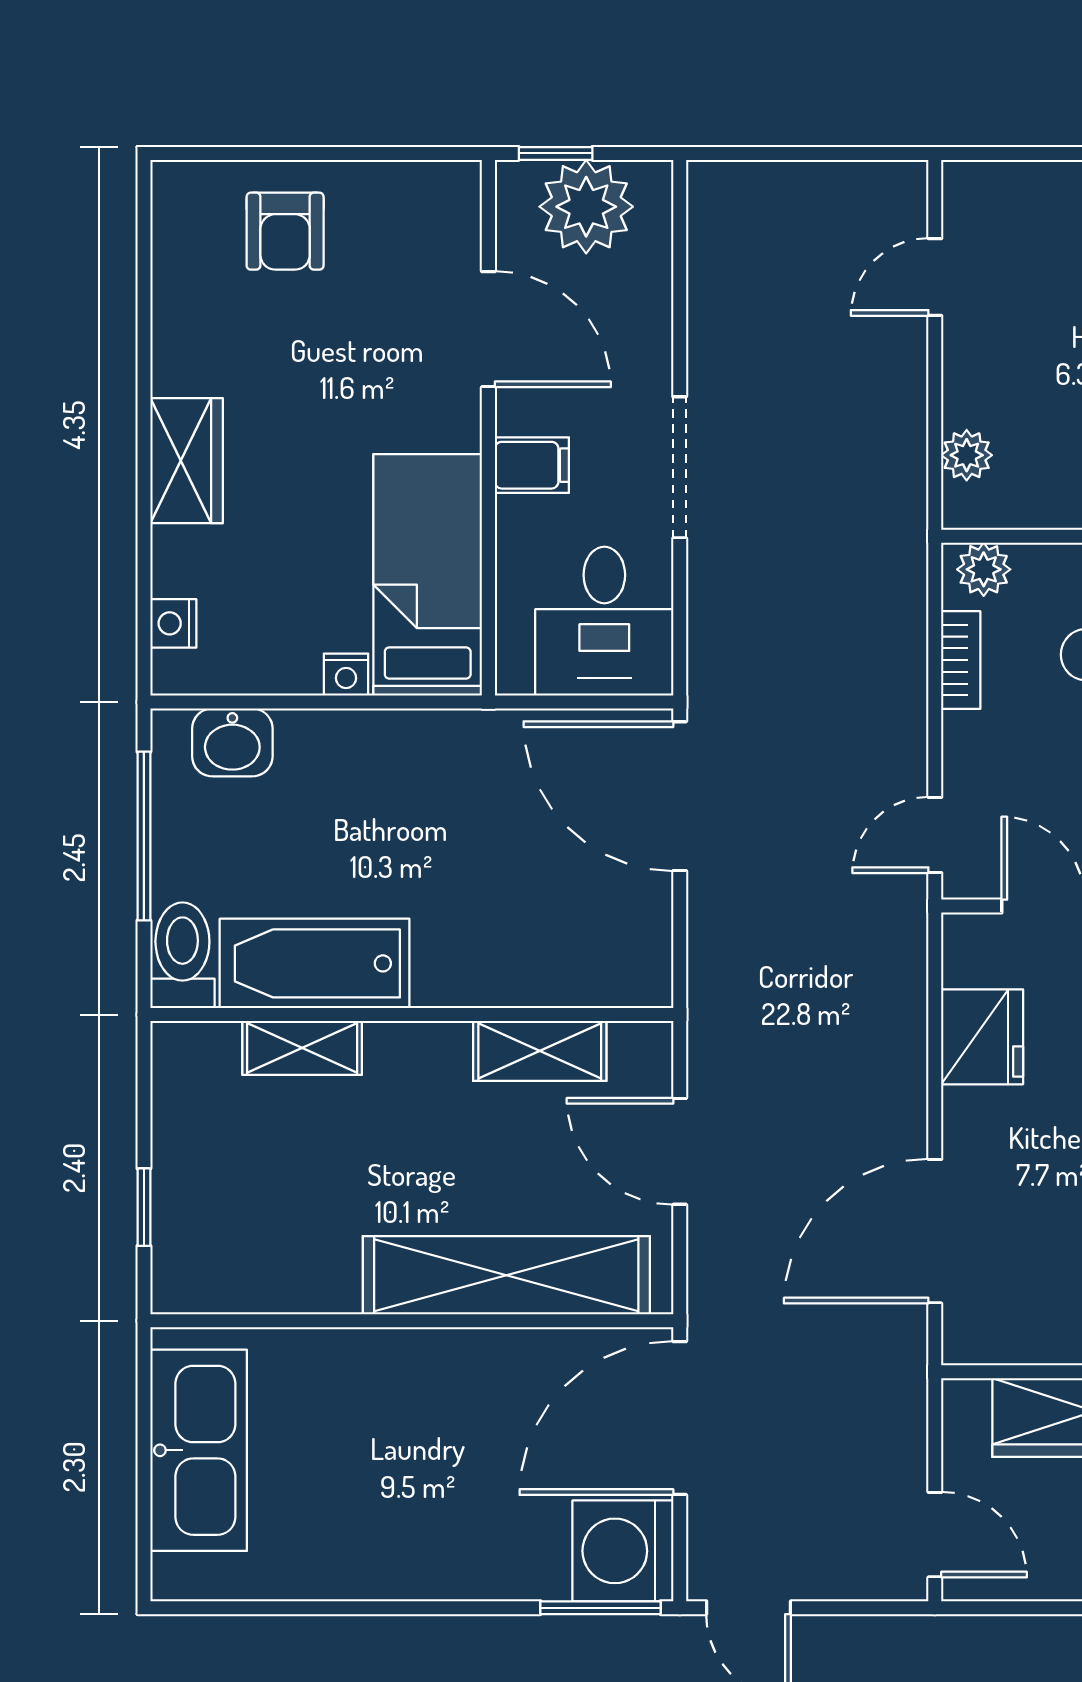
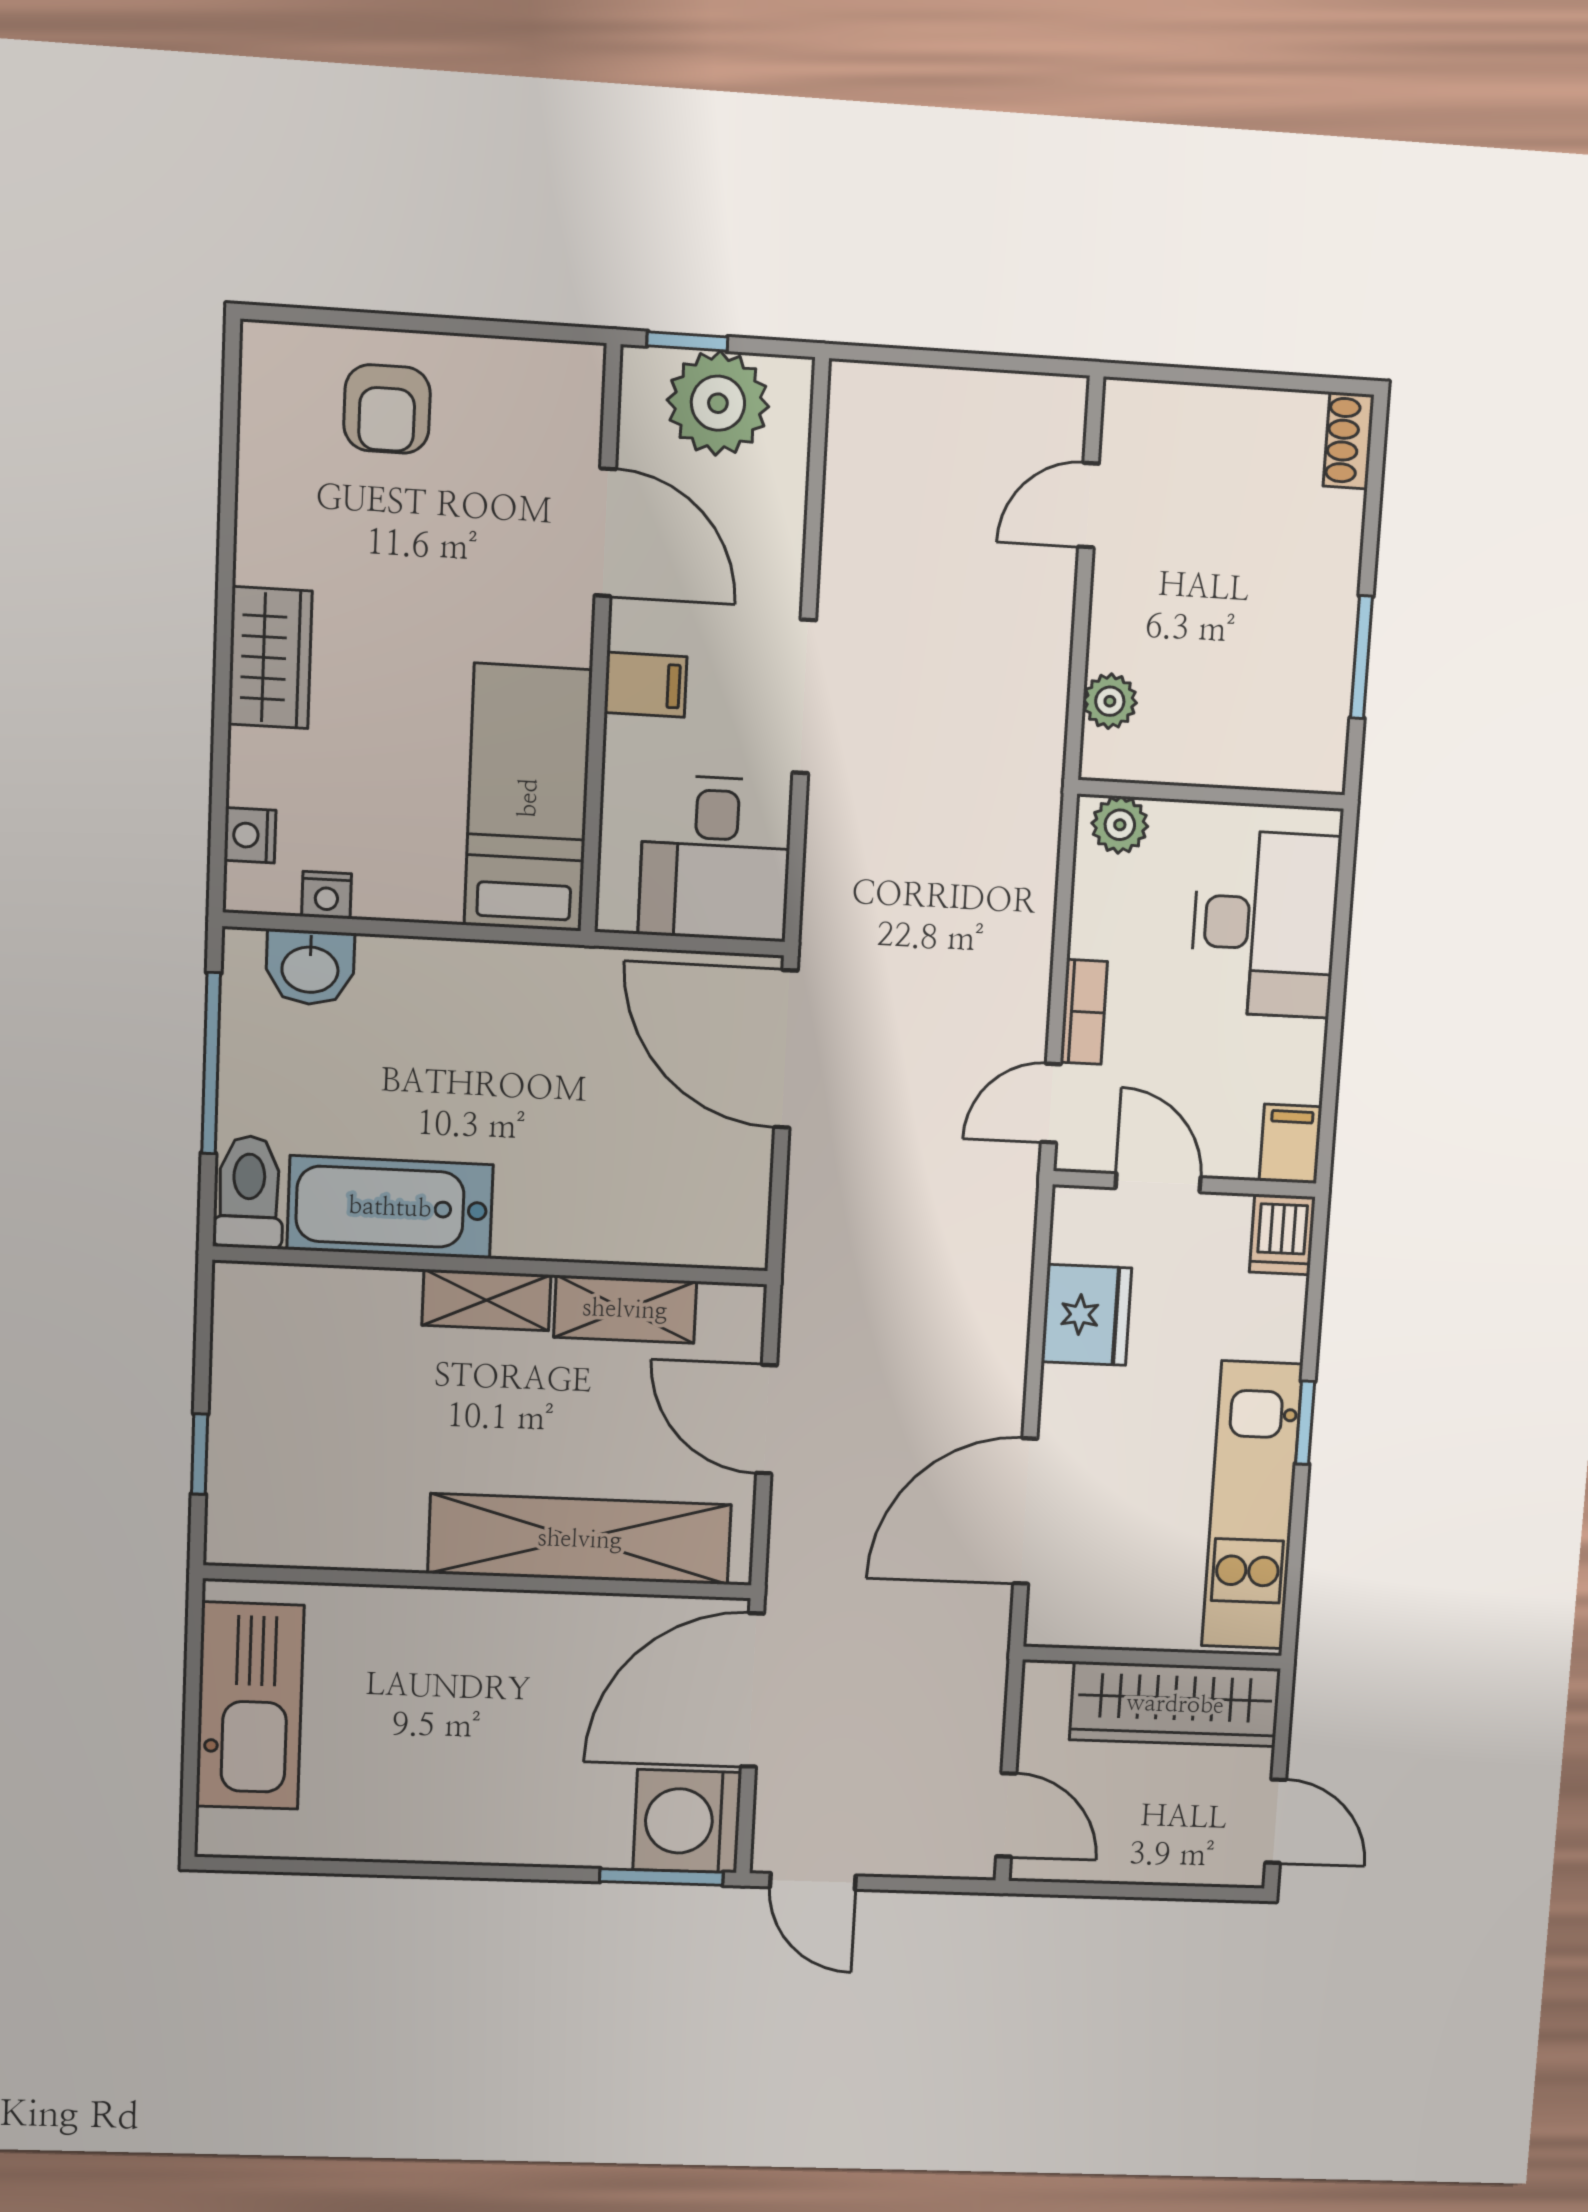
bookcase: (961, 660) -> (1084, 1012), moved
nightstand: (346, 675) -> (327, 895), moved
shelving: (302, 1048) -> (486, 1300), moved

